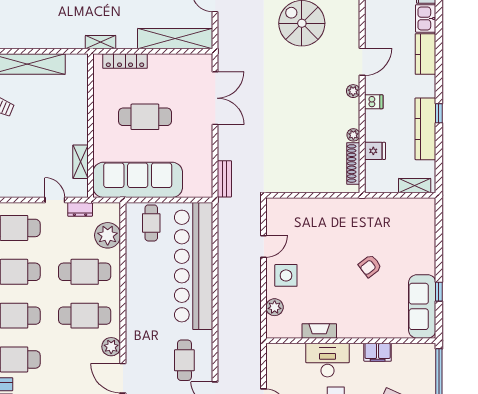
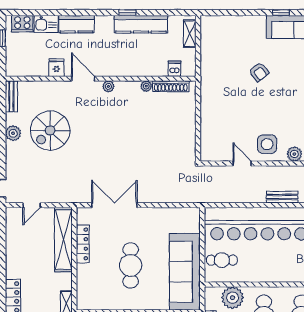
locker: (125, 61) -> (83, 244), moved
dishwasher: (374, 102) -> (175, 69), moved
fridge: (375, 151) -> (56, 68), moved
bench: (224, 179) -> (282, 197), moved

